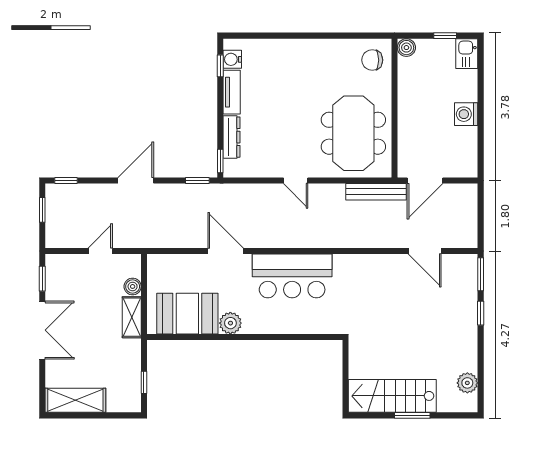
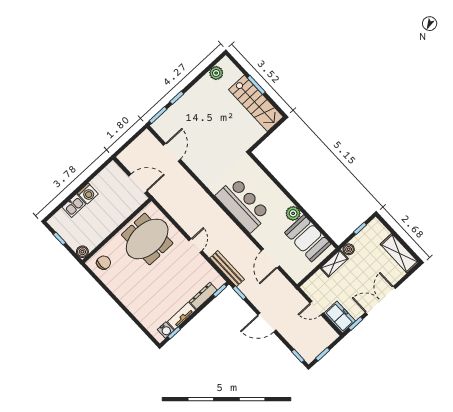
kitchen sink: (467, 54) -> (74, 206), moved
chair: (372, 60) -> (104, 263), turned -90
bench: (376, 192) -> (227, 269), moved
door: (226, 251) -> (270, 258), moved
freezer: (66, 267) -> (340, 317), added
boiler: (133, 286) -> (349, 249), moved

